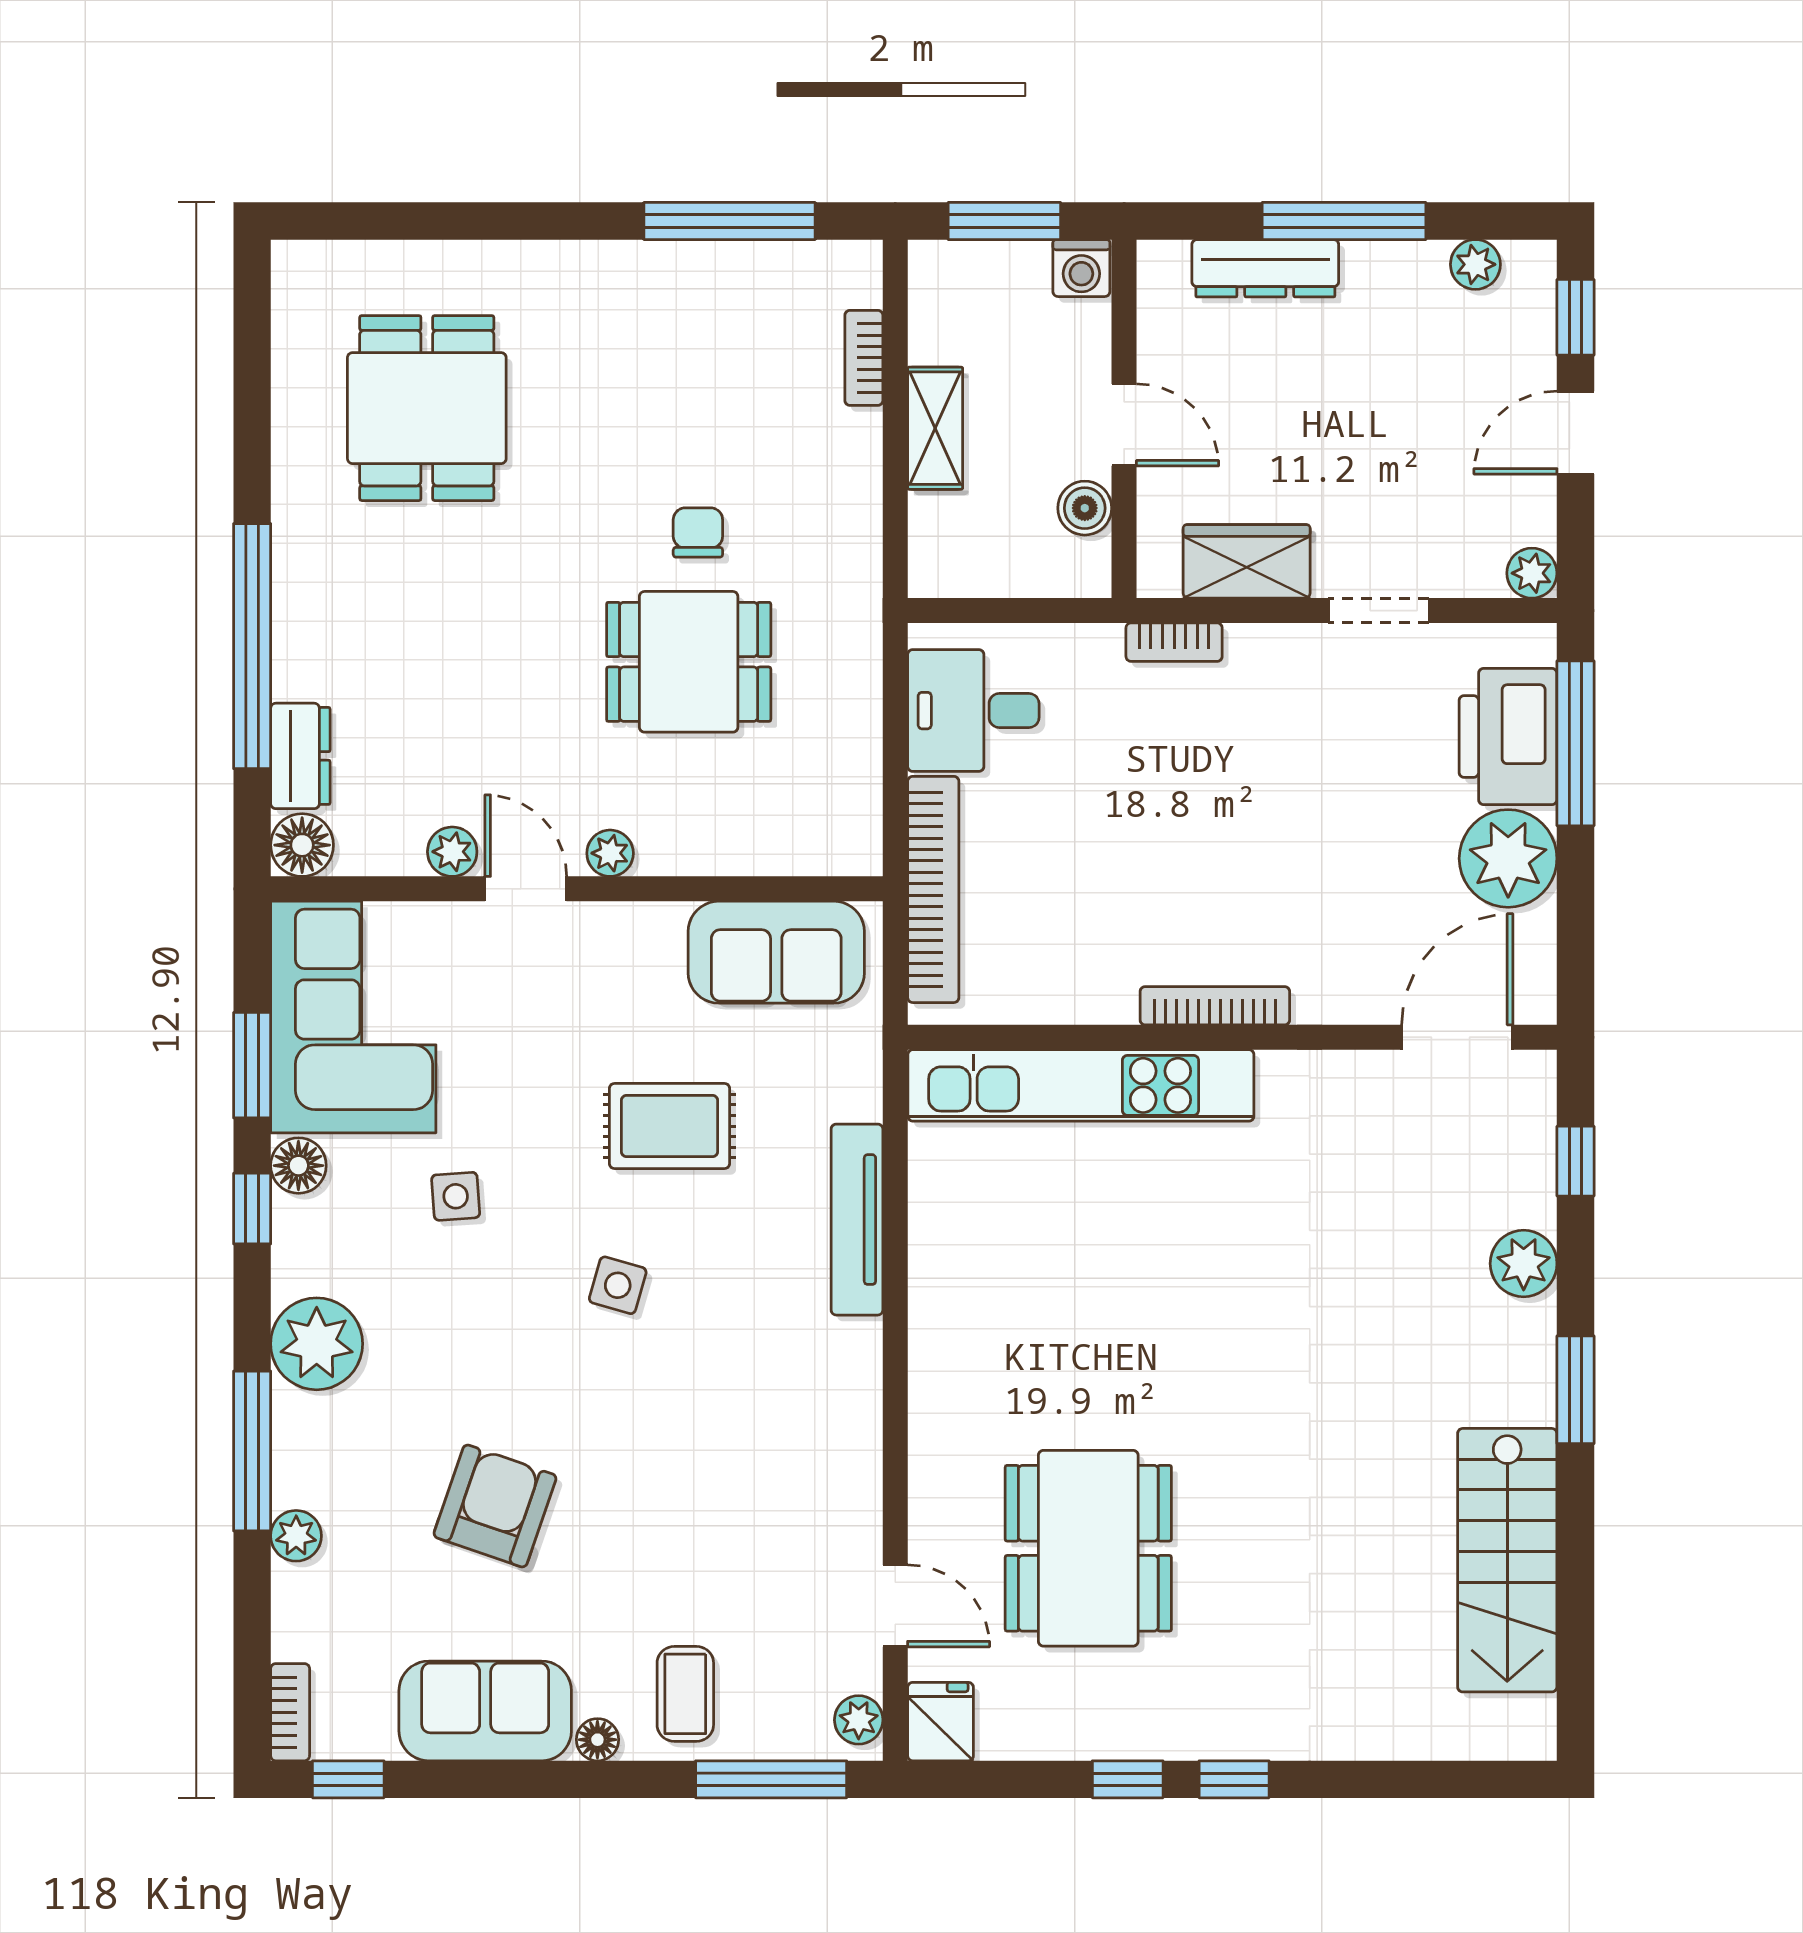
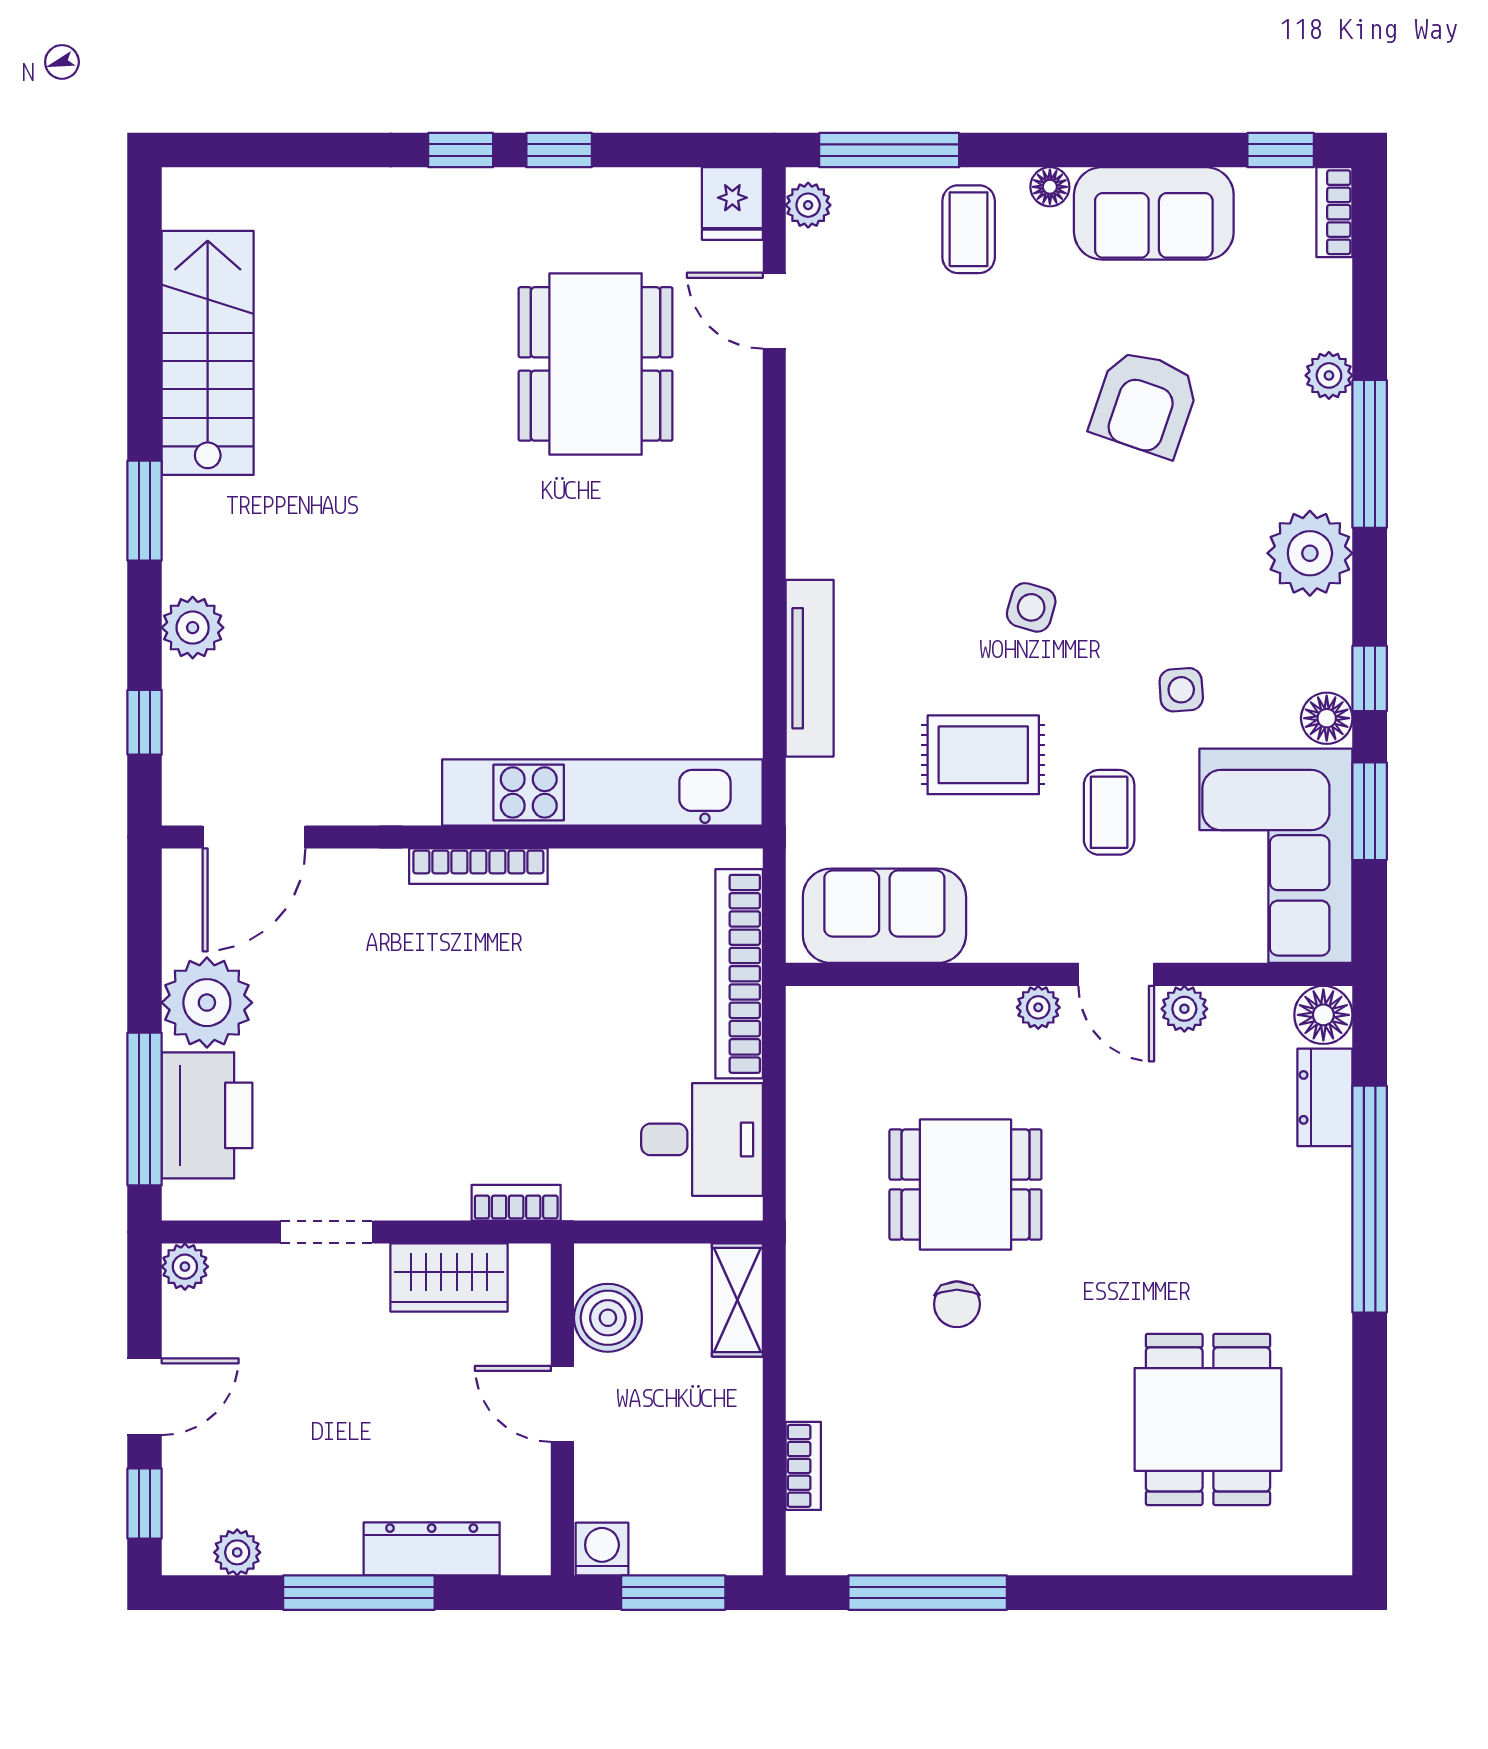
shelving: (935, 428) -> (737, 1300), moved
boiler: (1085, 508) -> (608, 1318), width x1.36, depth x1.36
coffee table: (534, 1064) -> (1109, 812), added

